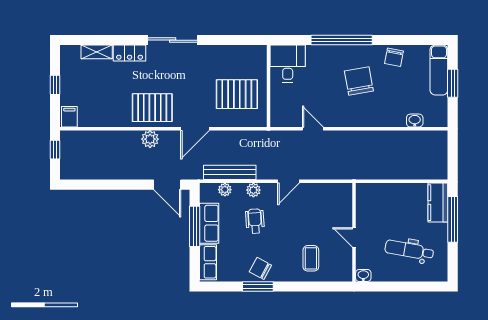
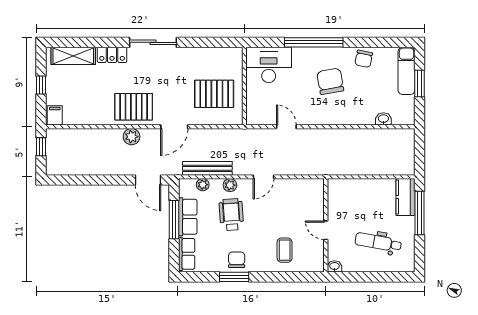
shelving: (97, 52) -> (73, 56), width x1.50, depth x1.33
desk: (288, 64) -> (269, 65), width x1.37
wheelchair: (255, 221) -> (231, 215), width x1.36, depth x1.37
chair: (260, 268) -> (237, 260), turned 62

